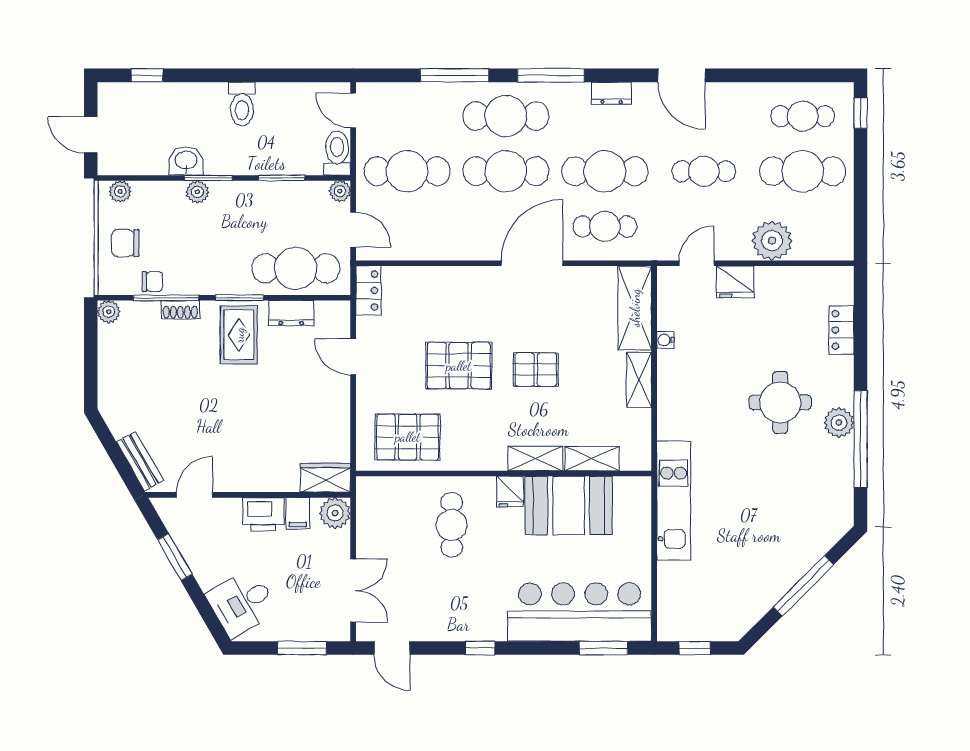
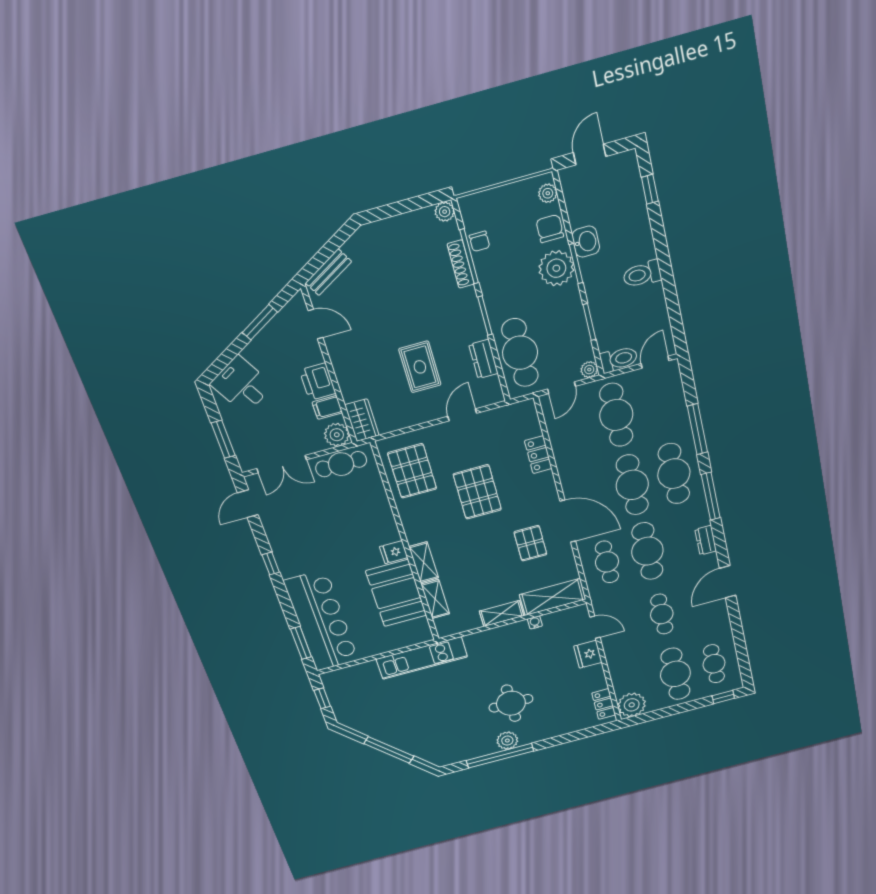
plant: (197, 192) -> (556, 268), width x1.88, depth x1.88
plant: (772, 241) -> (632, 705), moved
chair: (125, 243) -> (550, 229), moved
locker: (368, 291) -> (538, 455), moved, turned 90
shoe rack: (180, 310) -> (461, 264), width x1.43
locker: (842, 330) -> (604, 704), moved, turned -90
rug: (239, 335) -> (420, 367), moved, turned 90
pallet: (536, 370) -> (530, 543), moved
cafe table: (452, 525) -> (341, 464), moved

